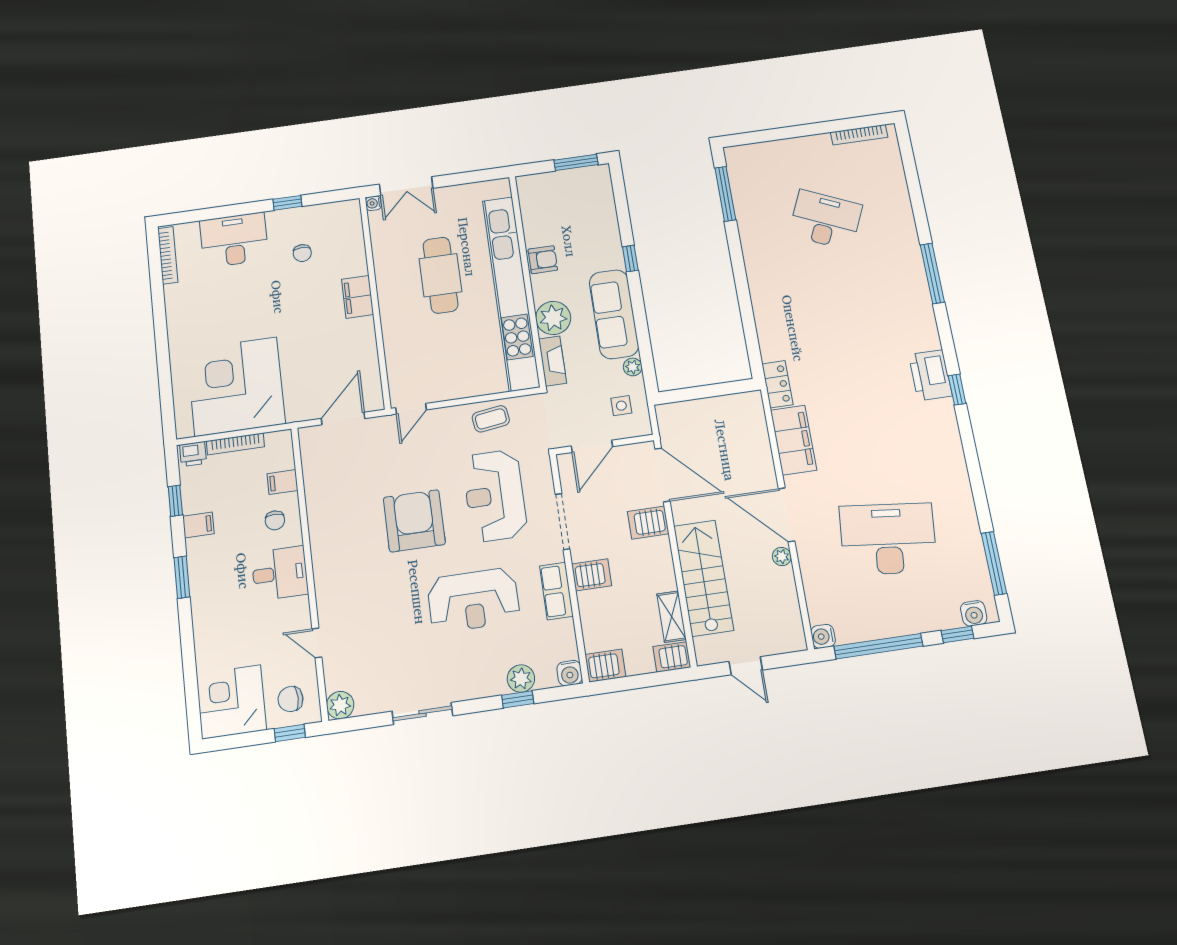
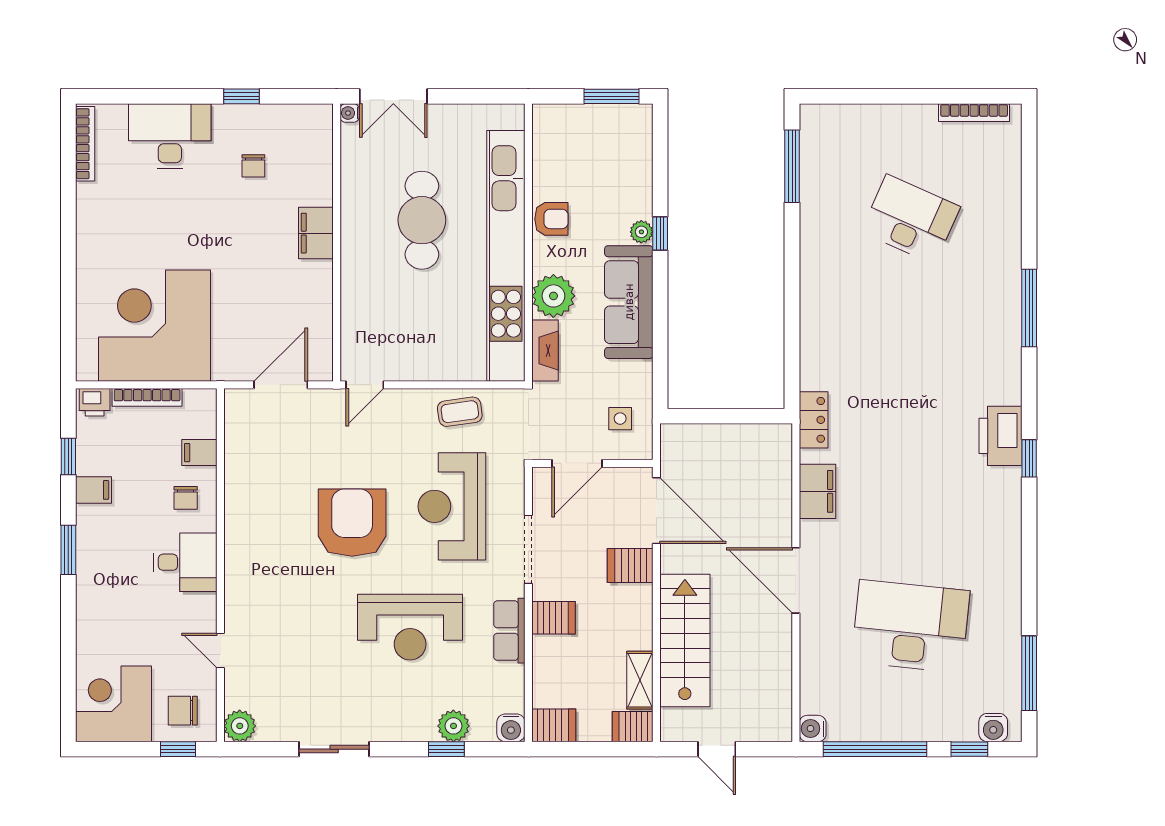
plant: (633, 367) -> (641, 232), moved
filing cabinet: (794, 440) -> (817, 491), width x0.67, depth x0.86
plant: (782, 557) -> (781, 629), removed

